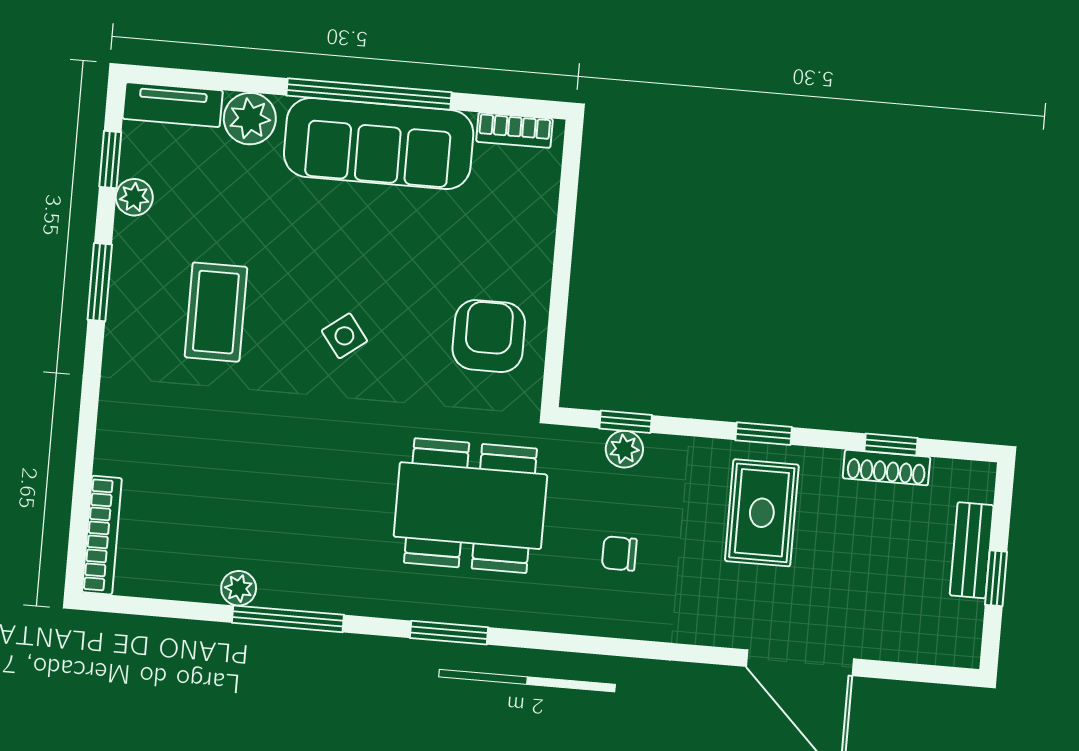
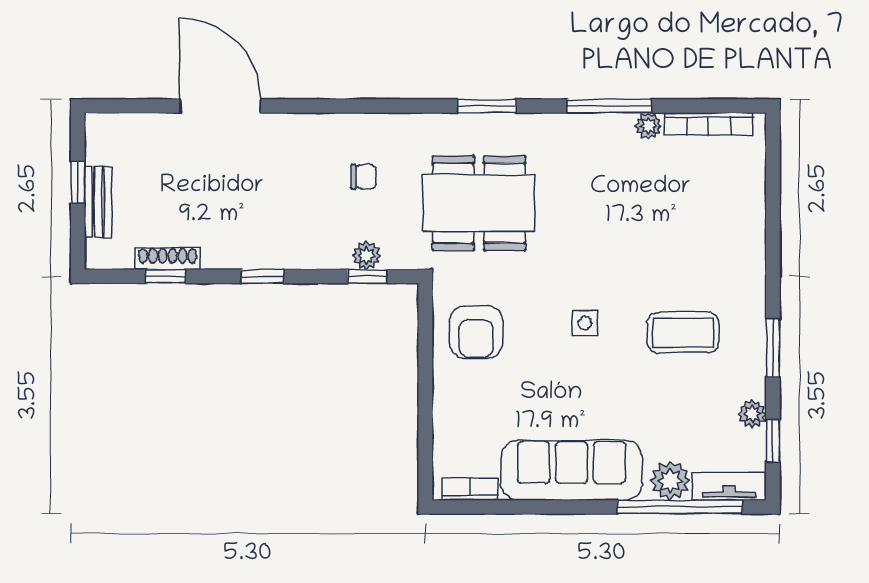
window: (369, 94) -> (680, 507), moved
coffee table: (216, 312) -> (683, 333), turned 90
side table: (344, 336) -> (585, 323), turned 37
rug: (762, 513) -> (259, 217), removed
bookcase: (102, 535) -> (709, 124), moved, turned -90

